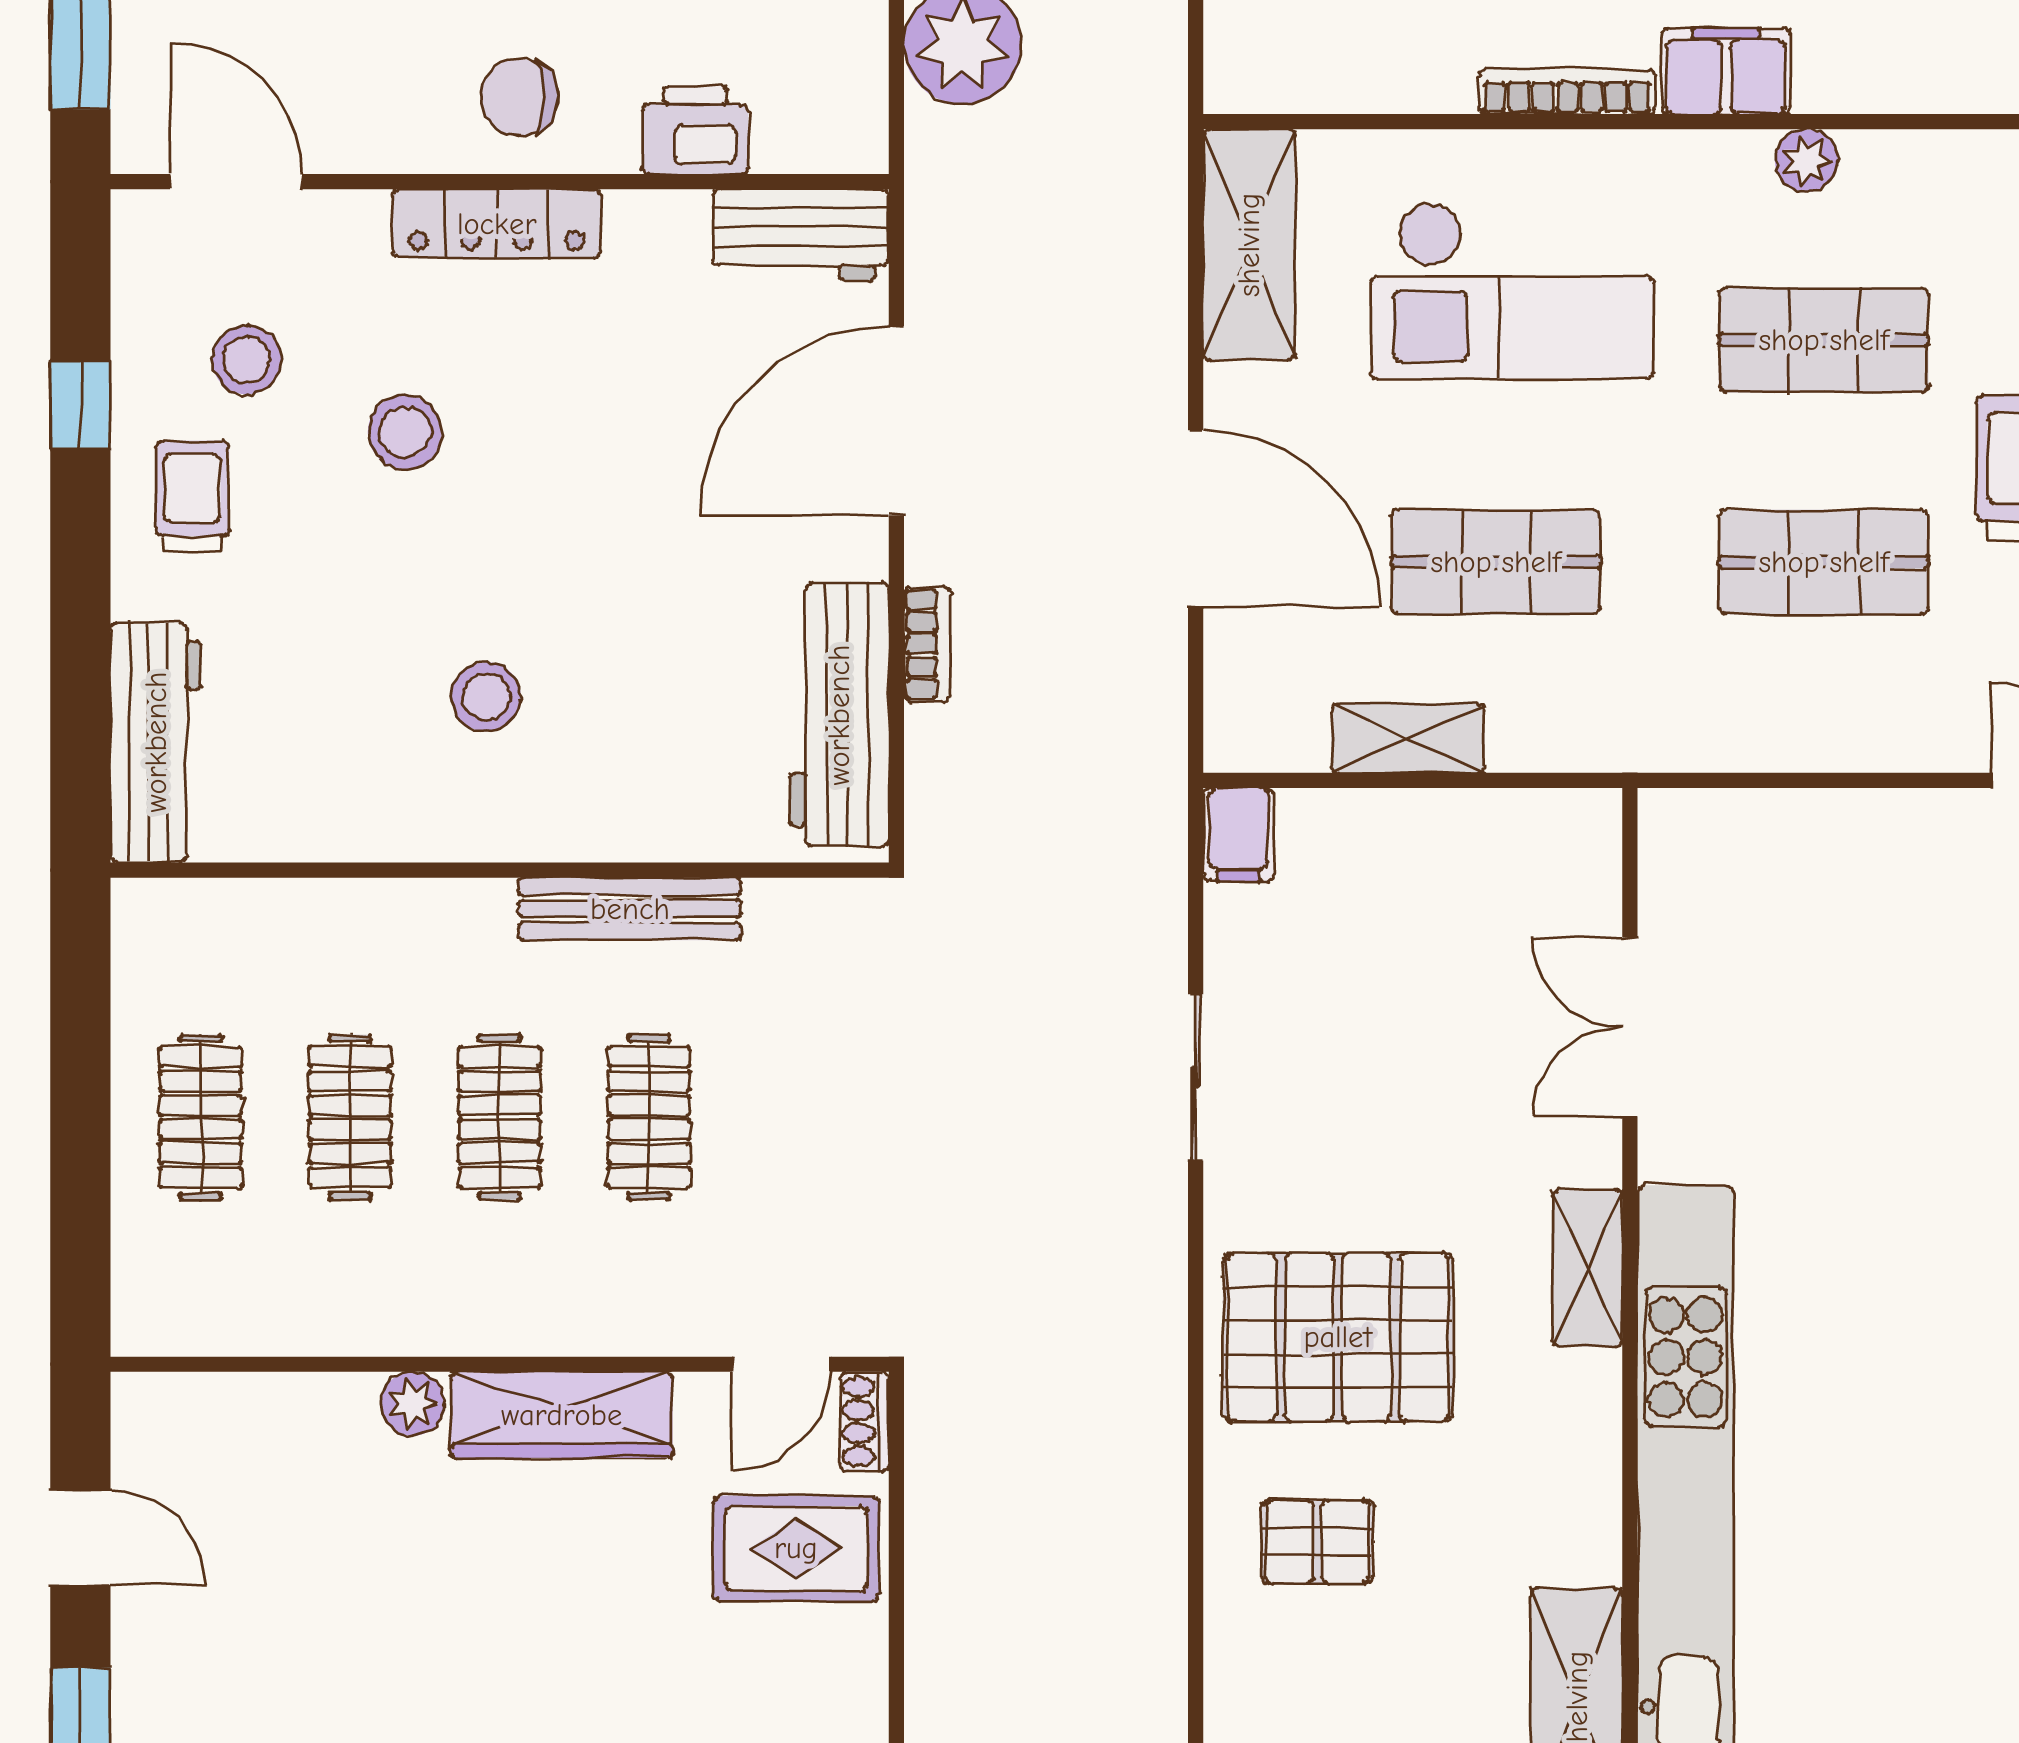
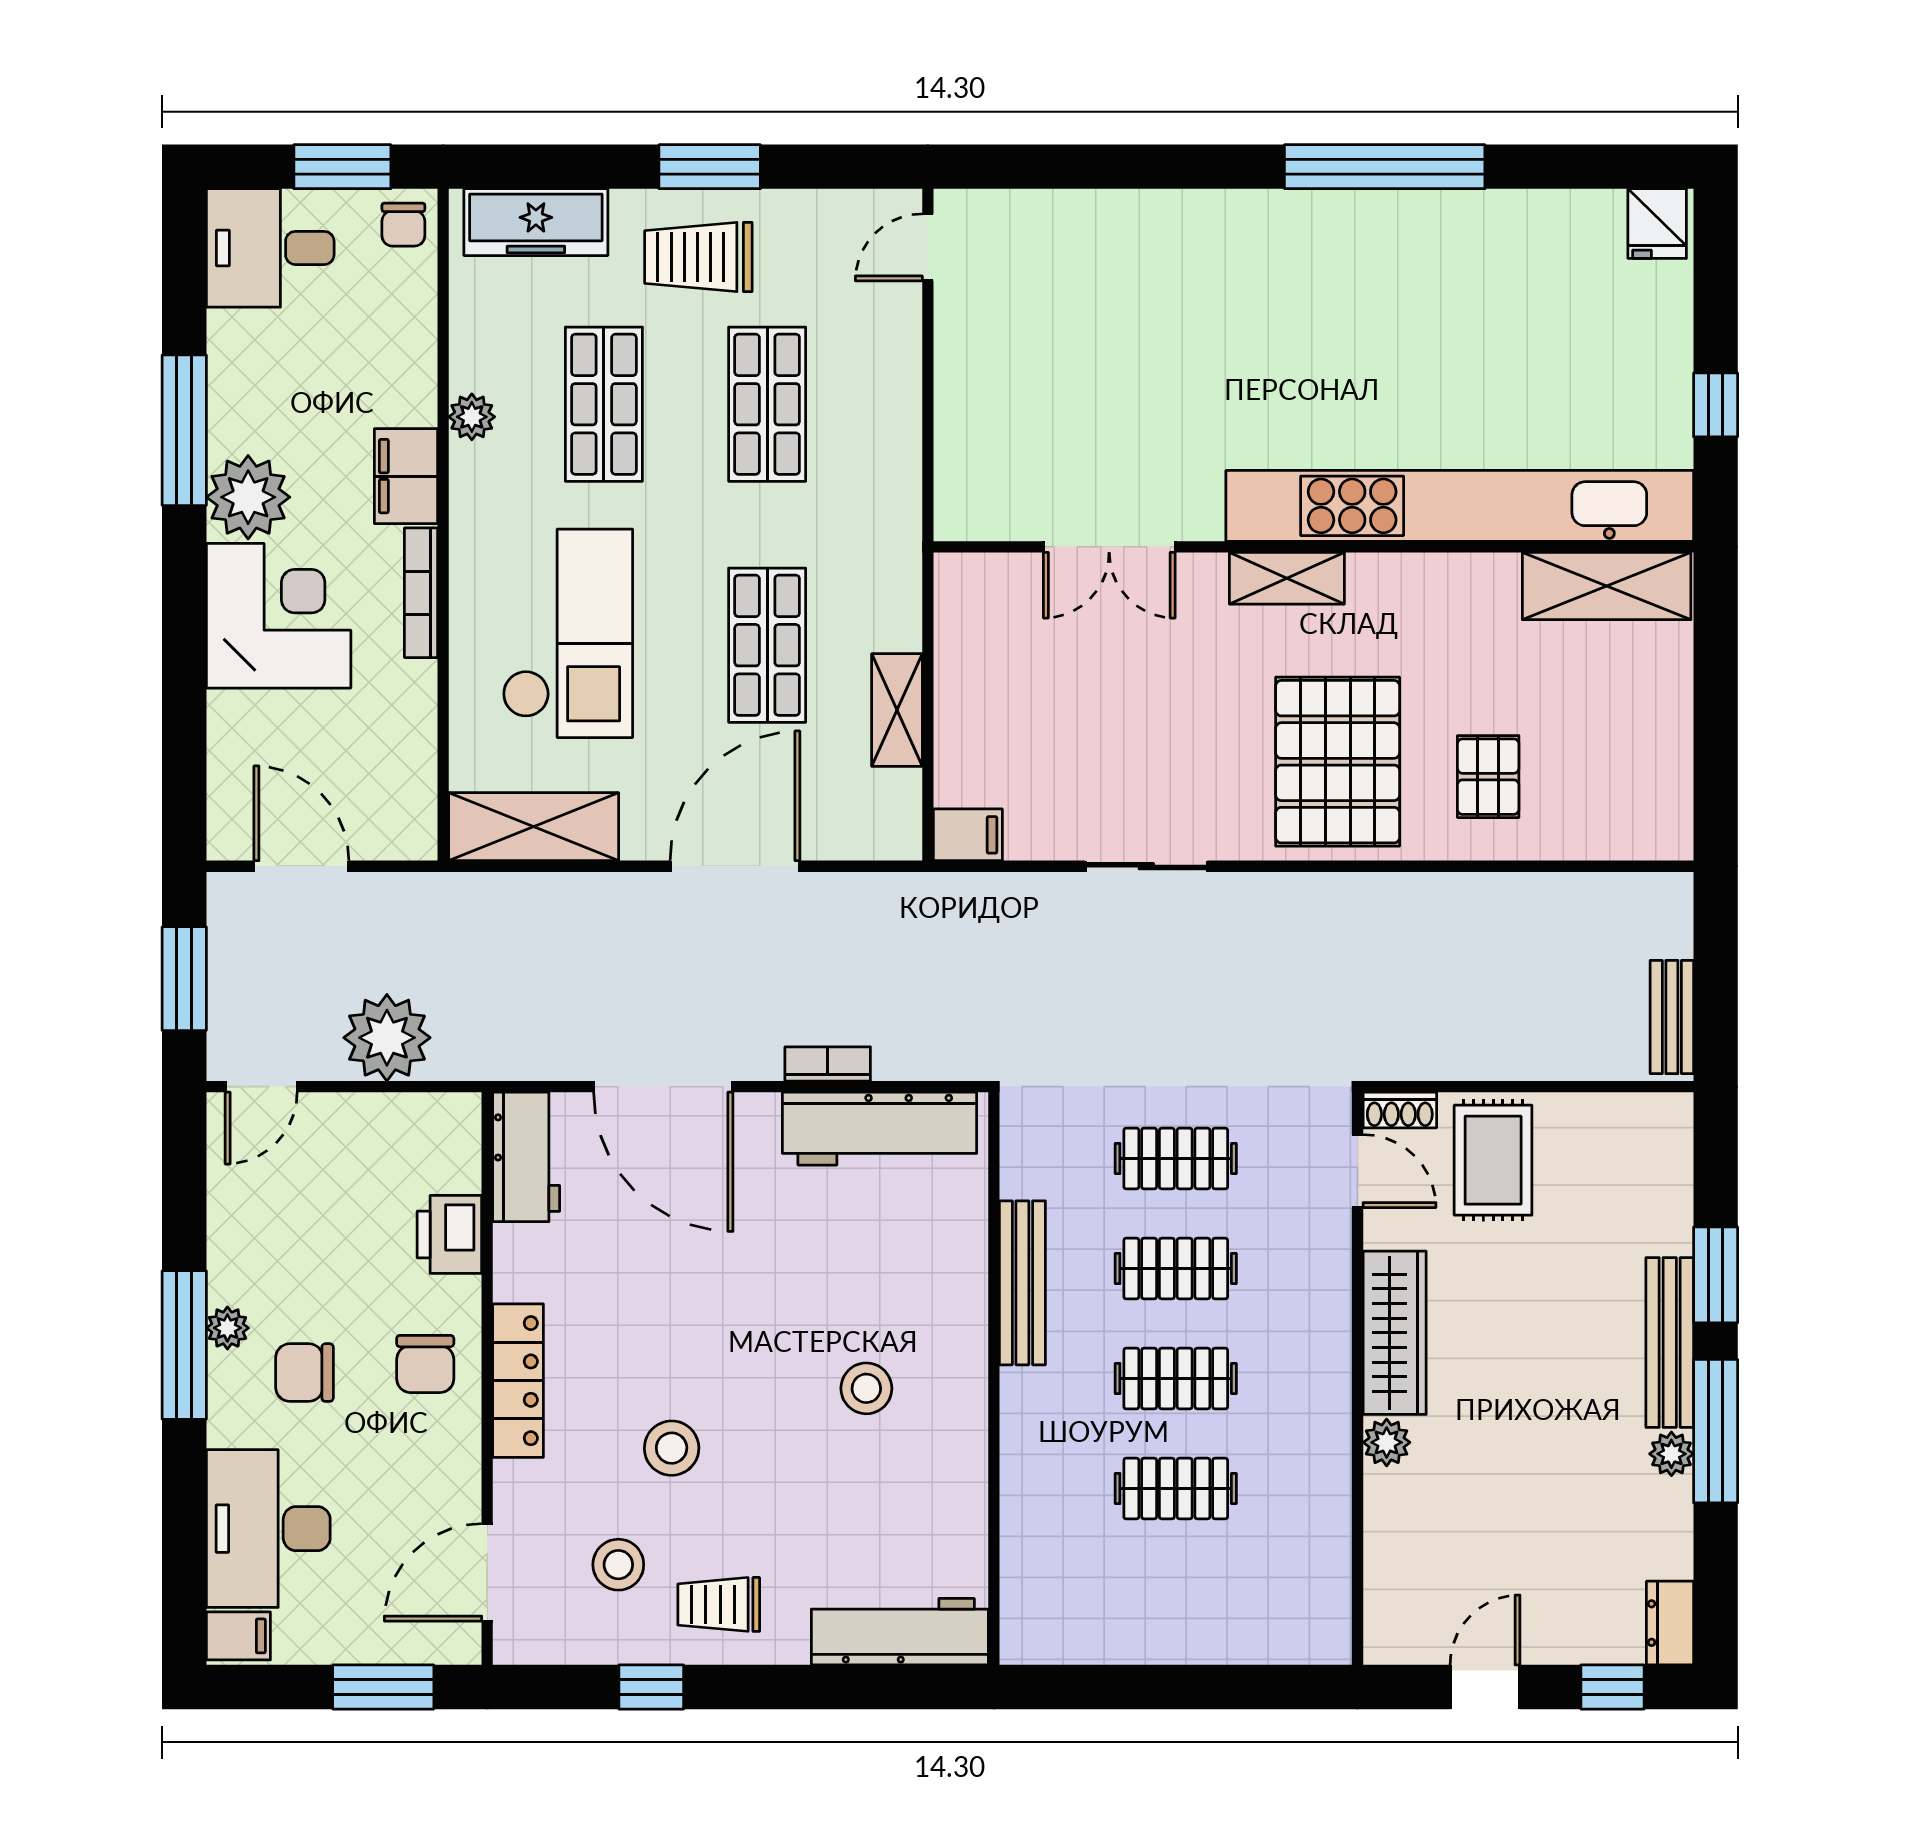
clothes rail: (201, 1117) -> (1176, 1159), moved

